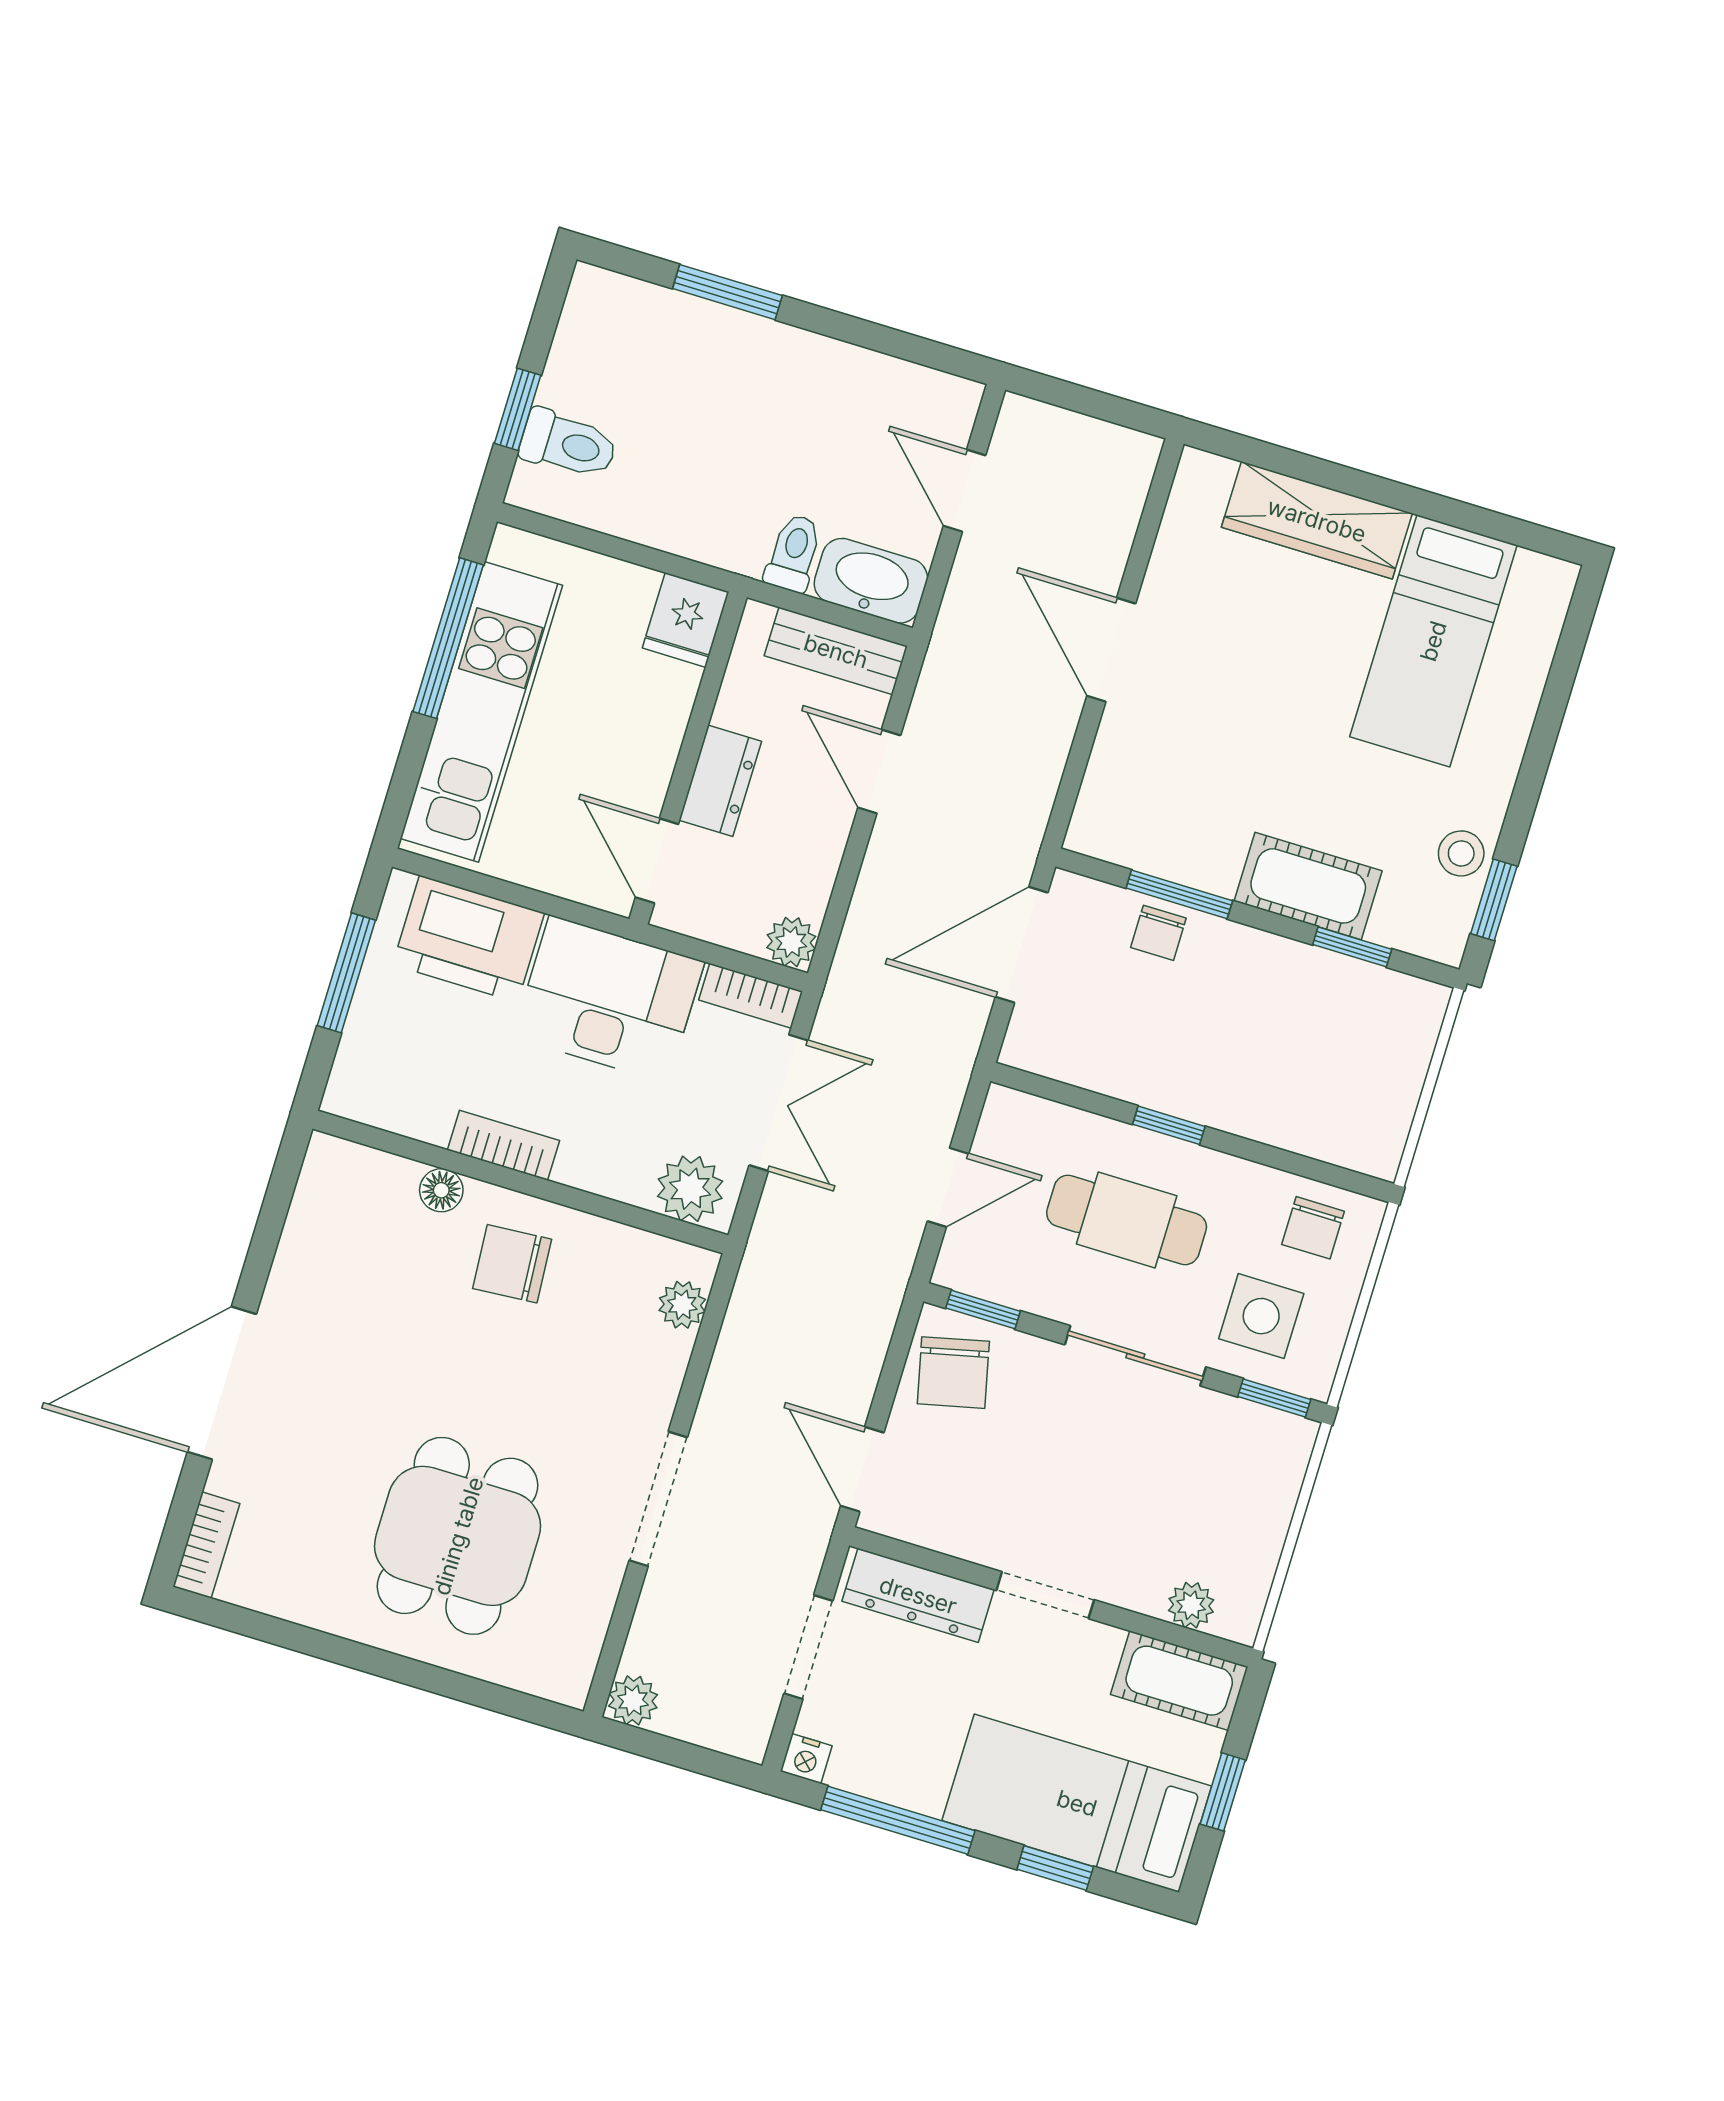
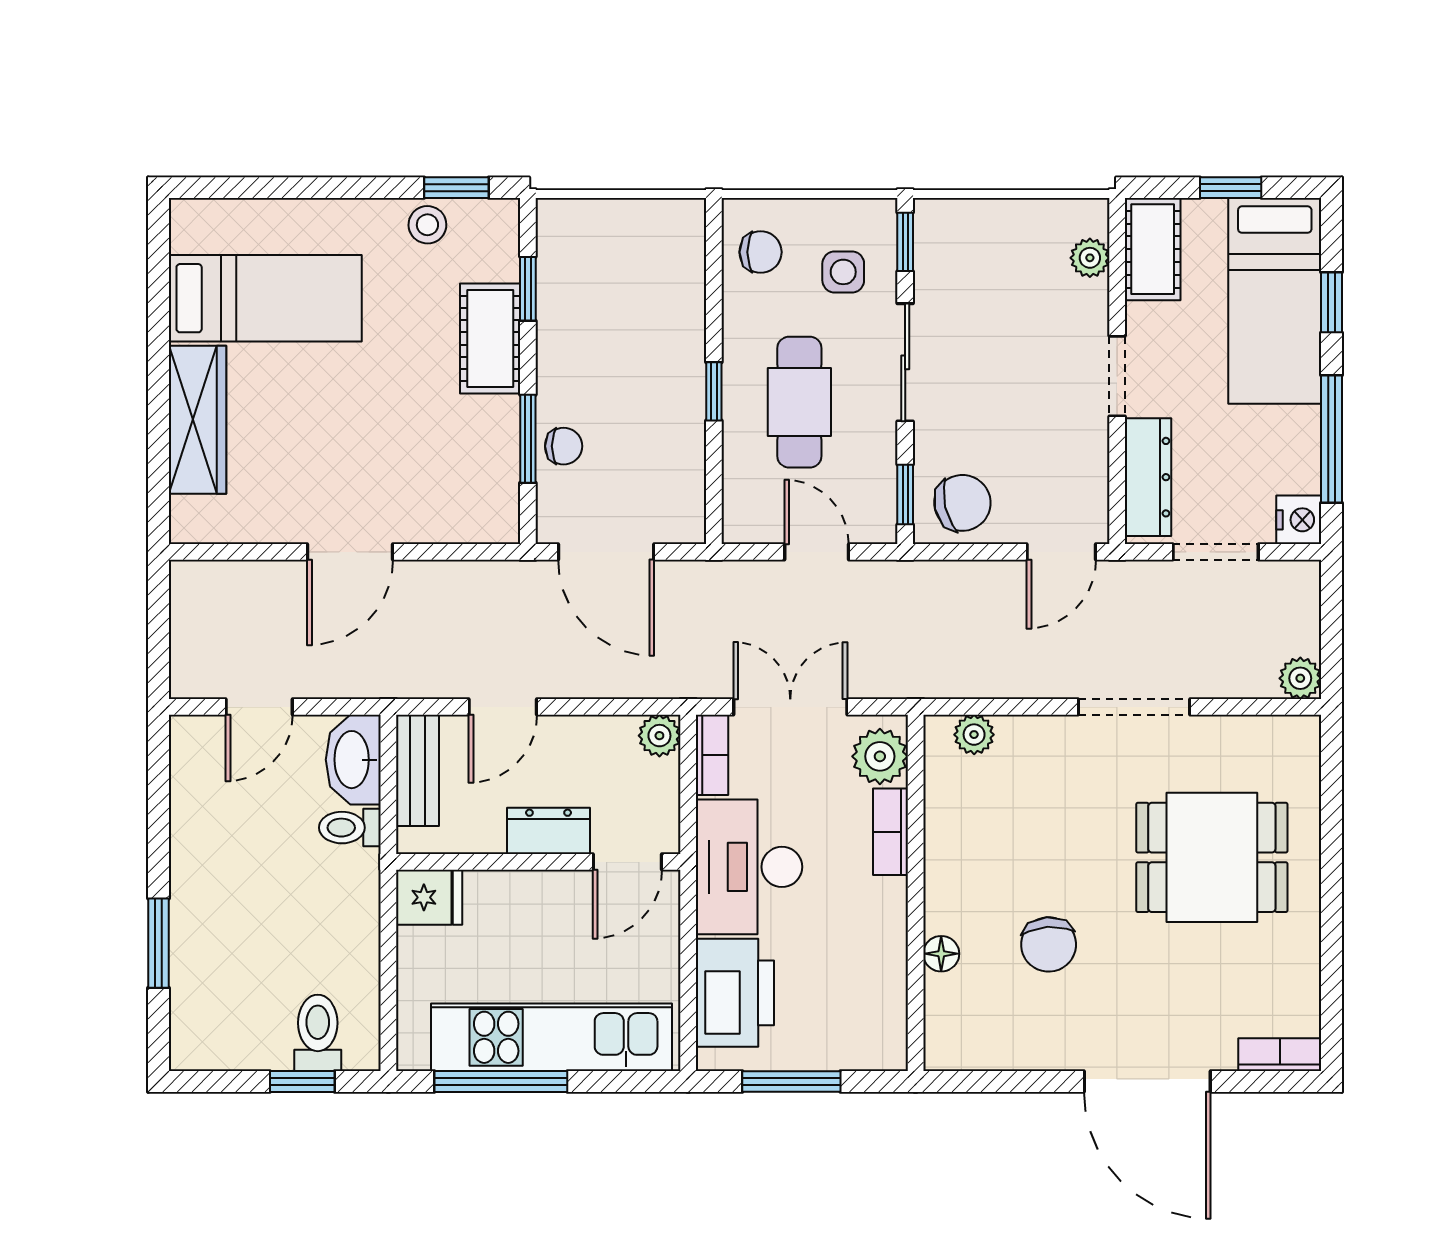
bookcase: (504, 1145) -> (890, 832), moved
chair: (512, 1264) -> (1049, 944), moved
side table: (1261, 1316) -> (843, 272), width x0.73, depth x0.73
nightstand: (806, 1759) -> (1299, 520), width x1.39, depth x1.35

